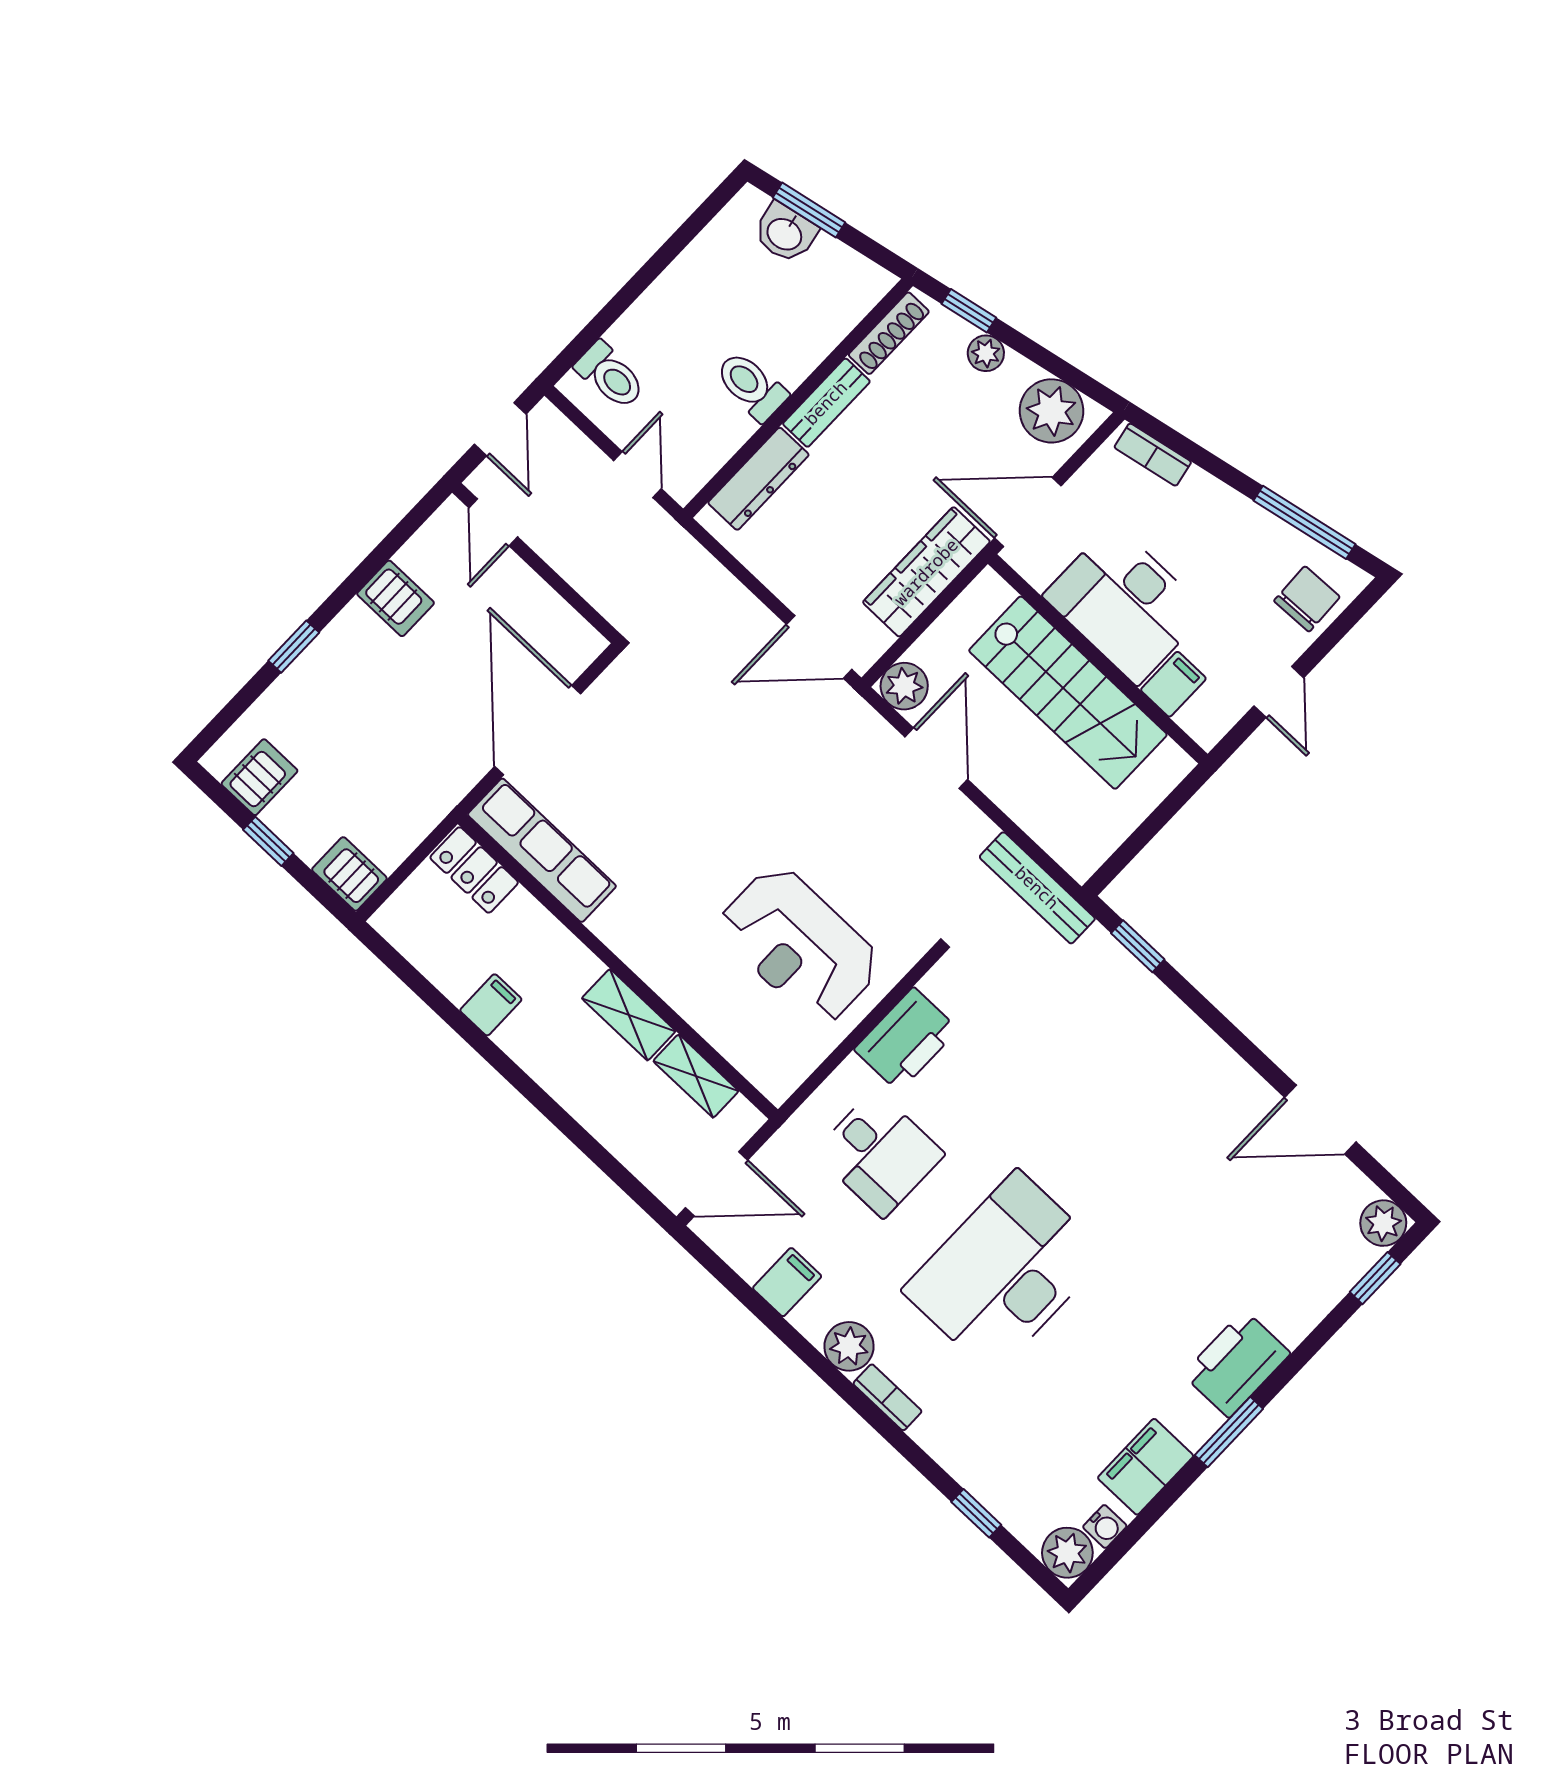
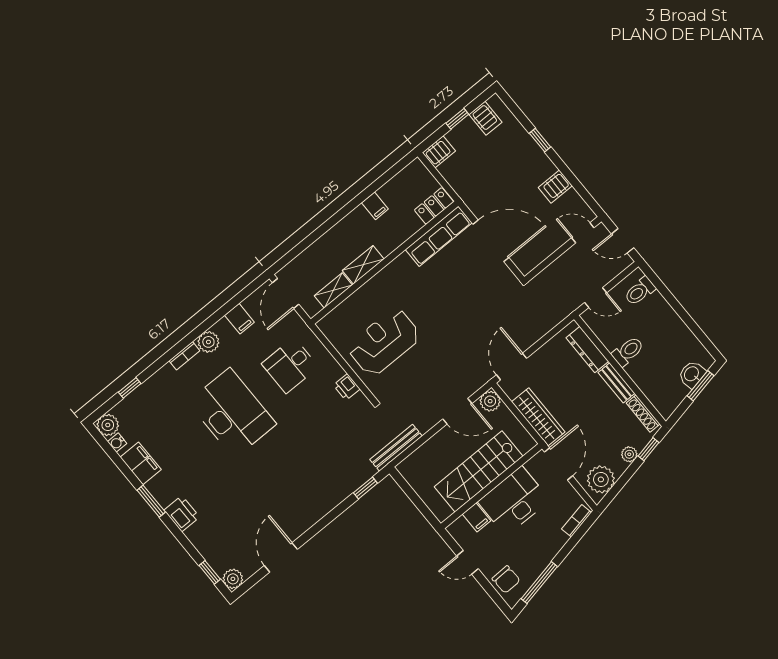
printer: (906, 1040) -> (347, 387), width x0.53, depth x0.68
printer: (1237, 1364) -> (182, 514), width x0.73, depth x0.84

